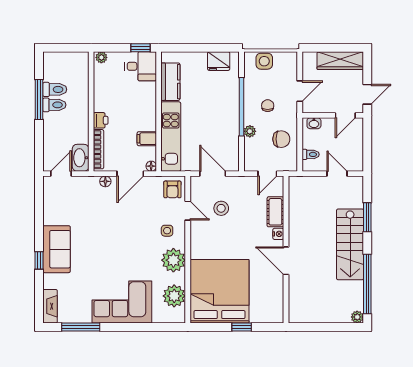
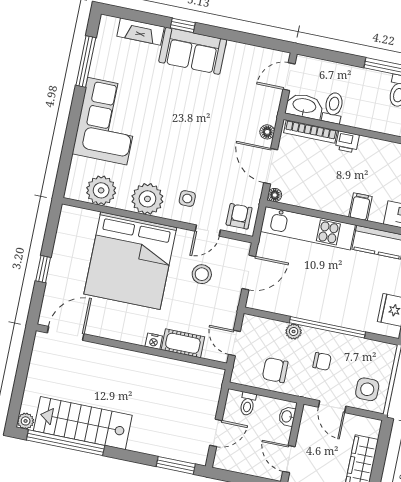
side table: (264, 61) -> (367, 389), moved
toilet: (54, 105) -> (333, 108), moved, turned 180
filing cabinet: (147, 139) -> (360, 207), moved
chair: (281, 139) -> (275, 370), turned 90
door: (61, 174) -> (289, 77), swing flipped
armchair: (172, 189) -> (239, 216), turned 90
window: (367, 217) -> (176, 465), moved
stairs: (350, 244) -> (83, 423), moved
door: (286, 261) -> (66, 333), moved
bed: (219, 291) -> (130, 261), moved, turned 90
fireplace: (50, 306) -> (141, 31), moved

